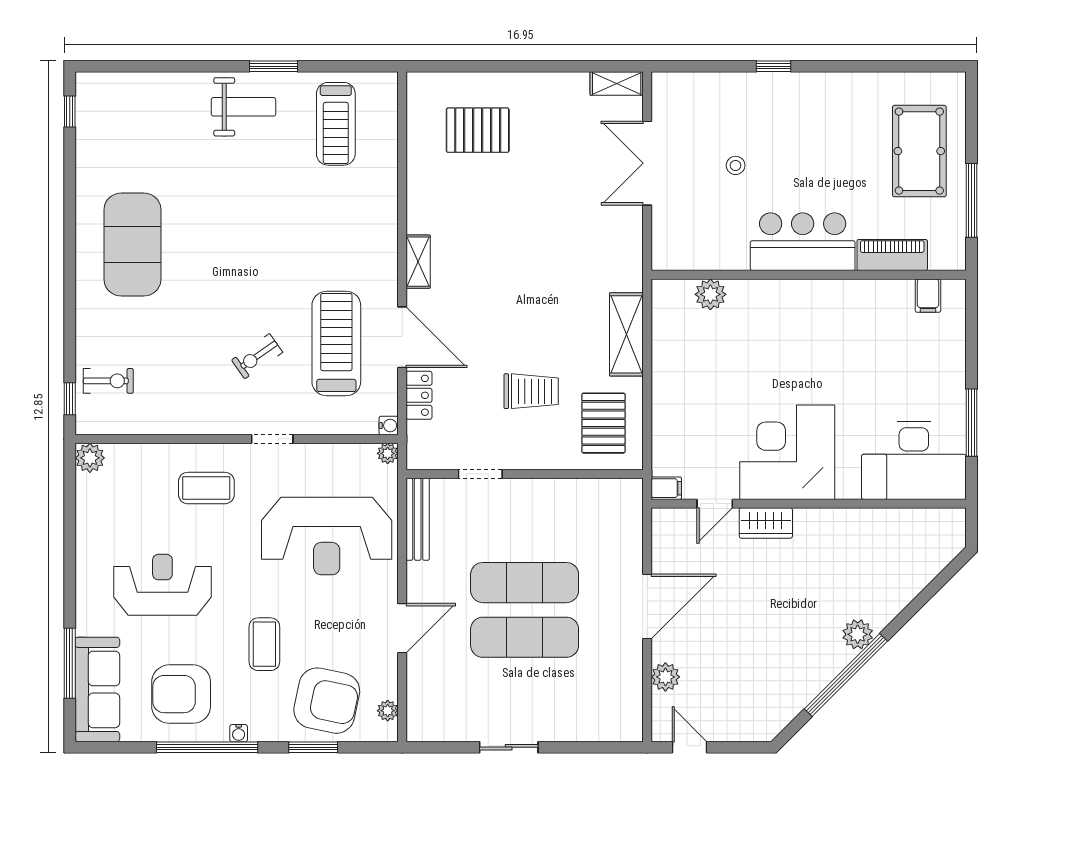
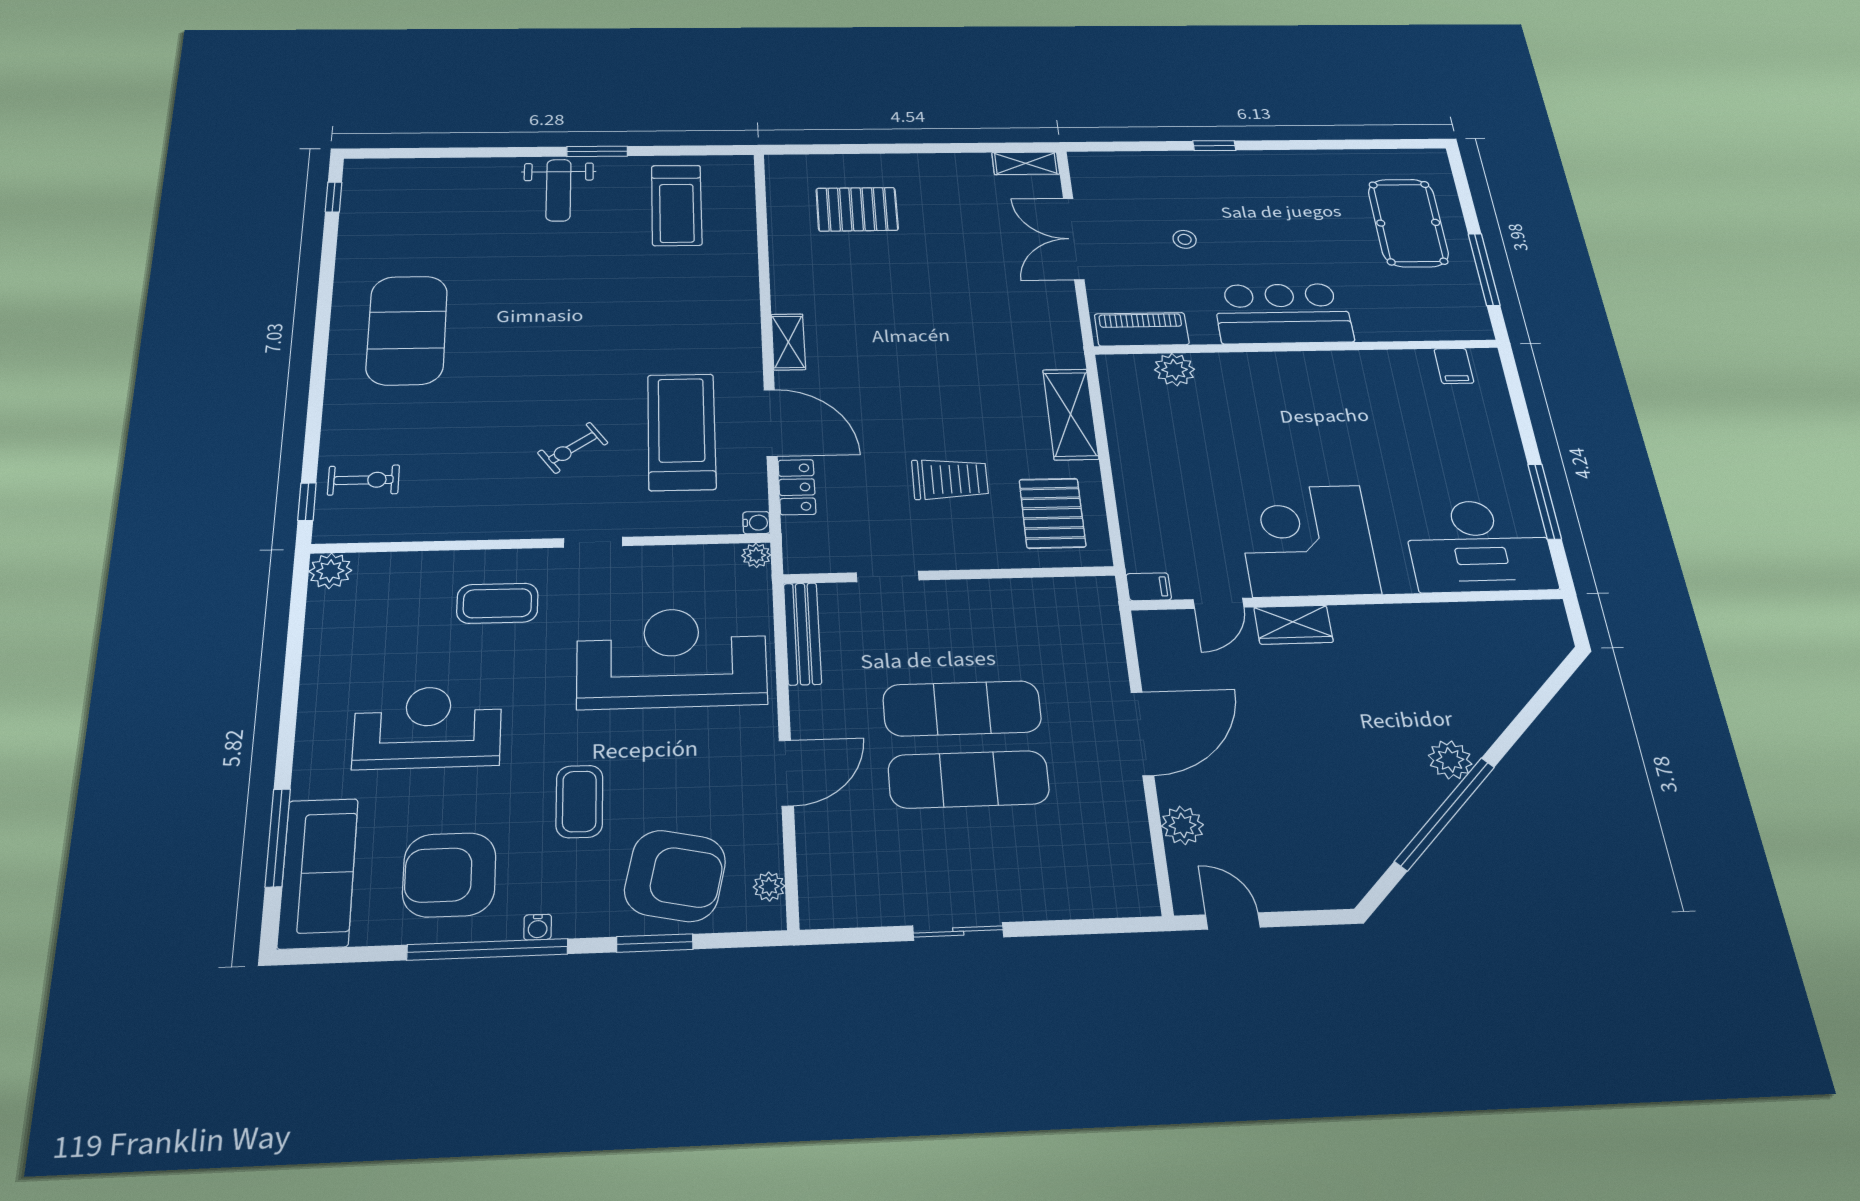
weight bench: (243, 107) -> (558, 190), turned 90
piano: (892, 255) -> (1142, 329), moved
reception desk: (327, 536) -> (672, 658), turned 180

